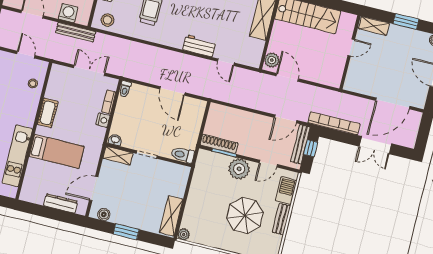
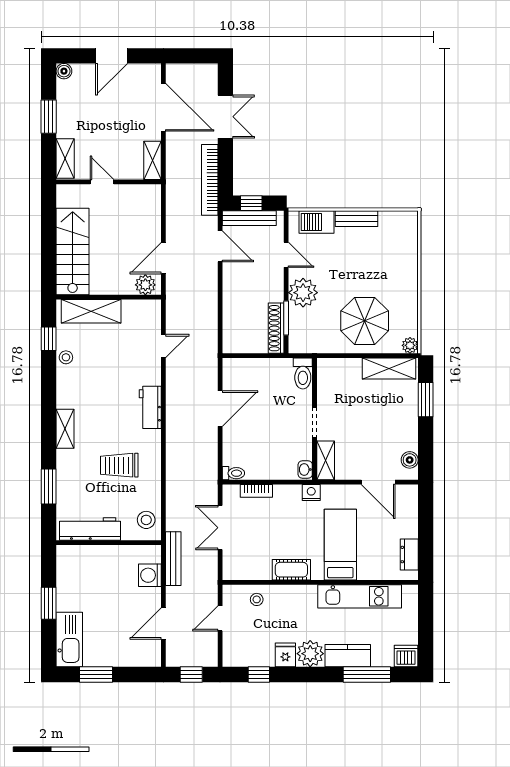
workbench: (199, 46) -> (150, 407), moved
shelving: (357, 87) -> (152, 160), added
nightstand: (103, 120) -> (311, 493), moved
dresser: (61, 203) -> (409, 555), moved, width x0.70
parasol: (245, 215) -> (365, 321), moved
window: (126, 232) -> (426, 400), moved

